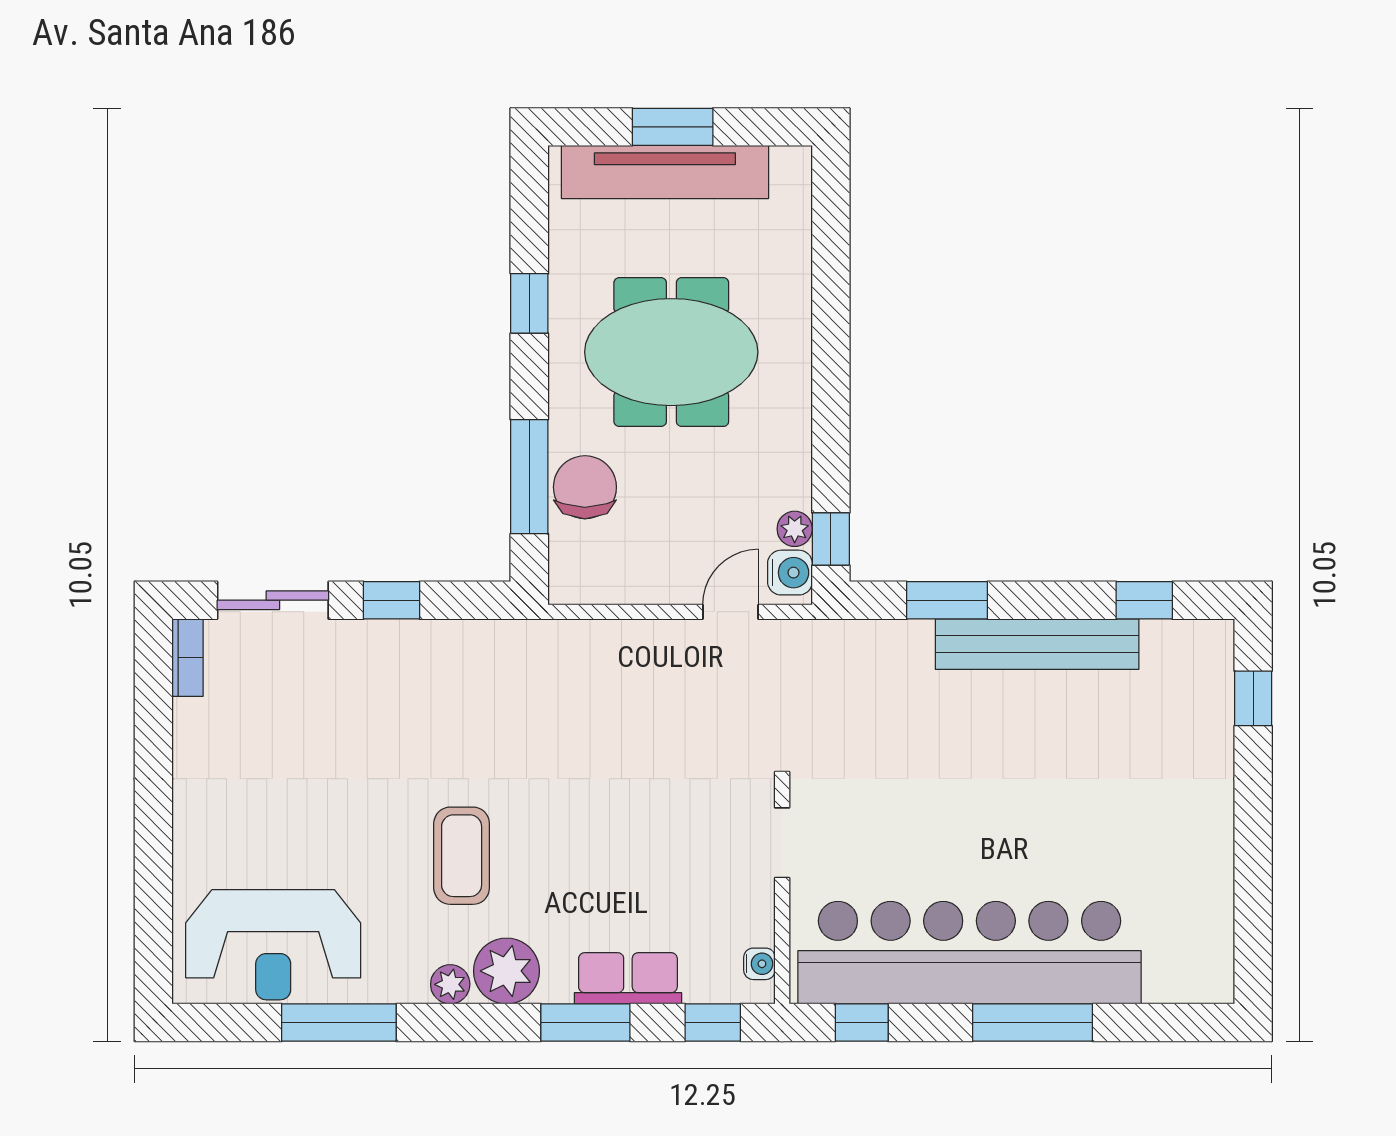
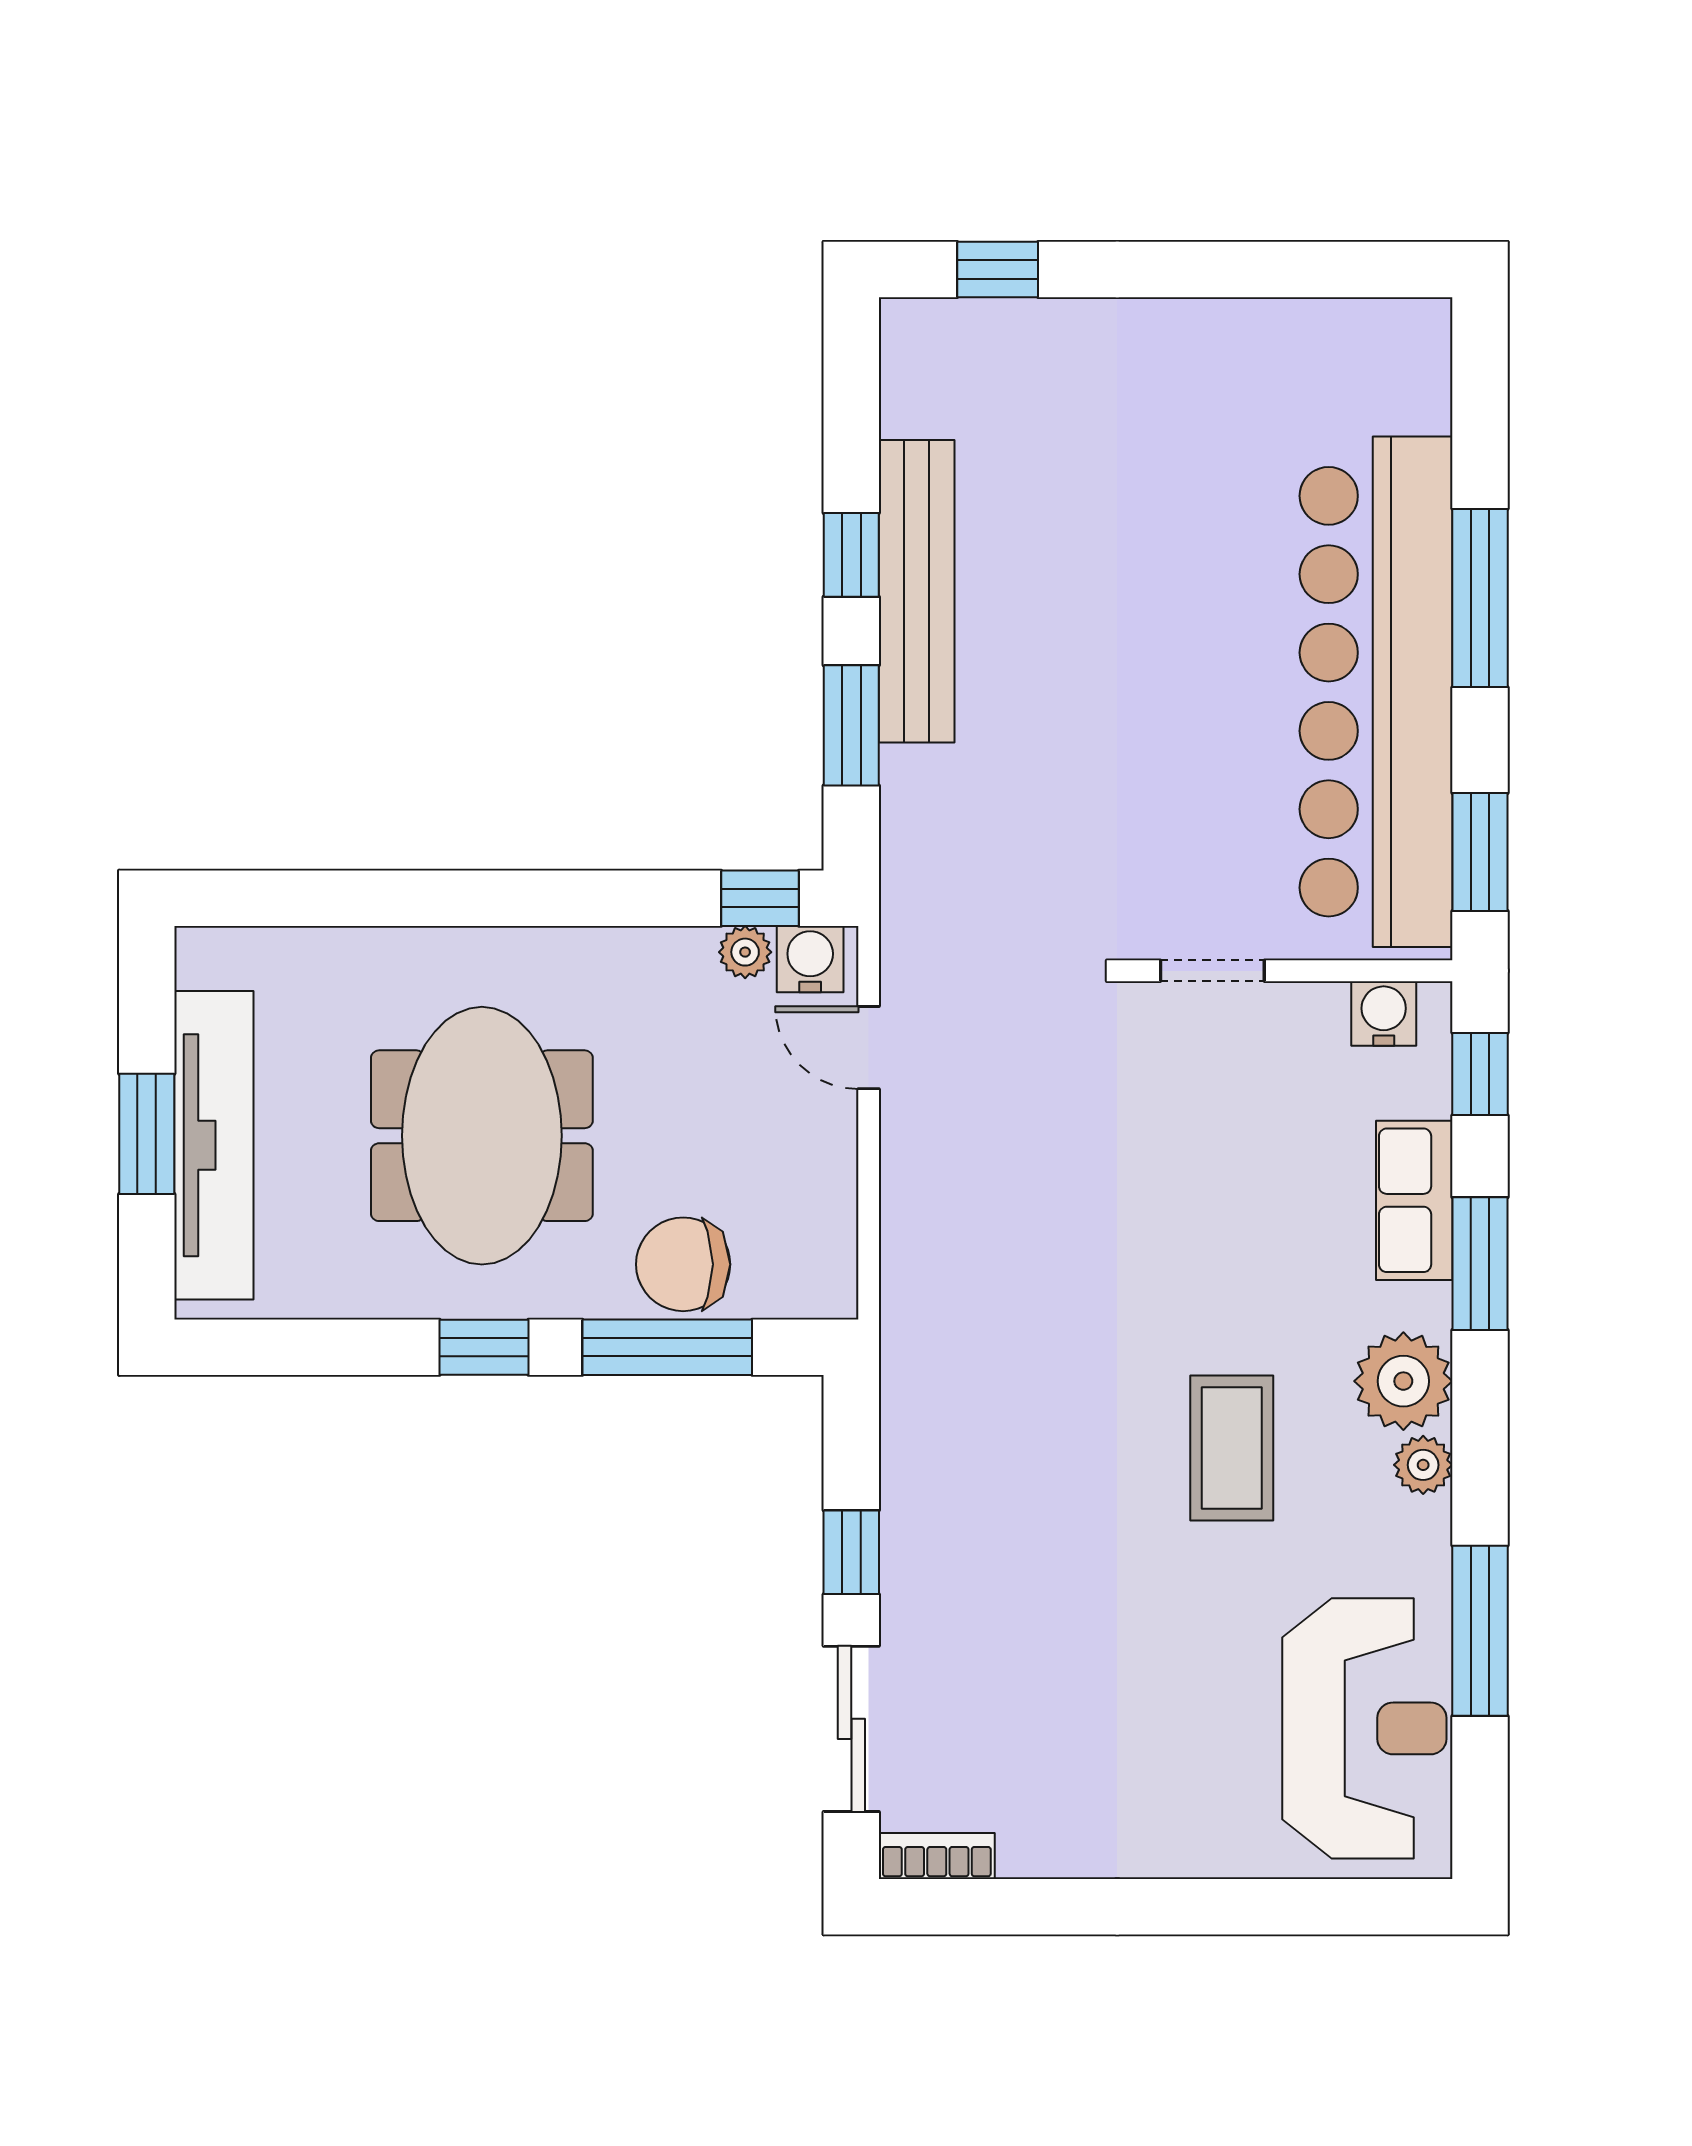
window: (529, 303) -> (484, 1347), moved
window: (1144, 600) -> (851, 555), moved
coffee table: (462, 856) -> (1232, 1448), turned 90
water cooler: (759, 964) -> (1384, 1013), width x1.38, depth x1.38
window: (862, 1023) -> (1480, 852), width x1.50

